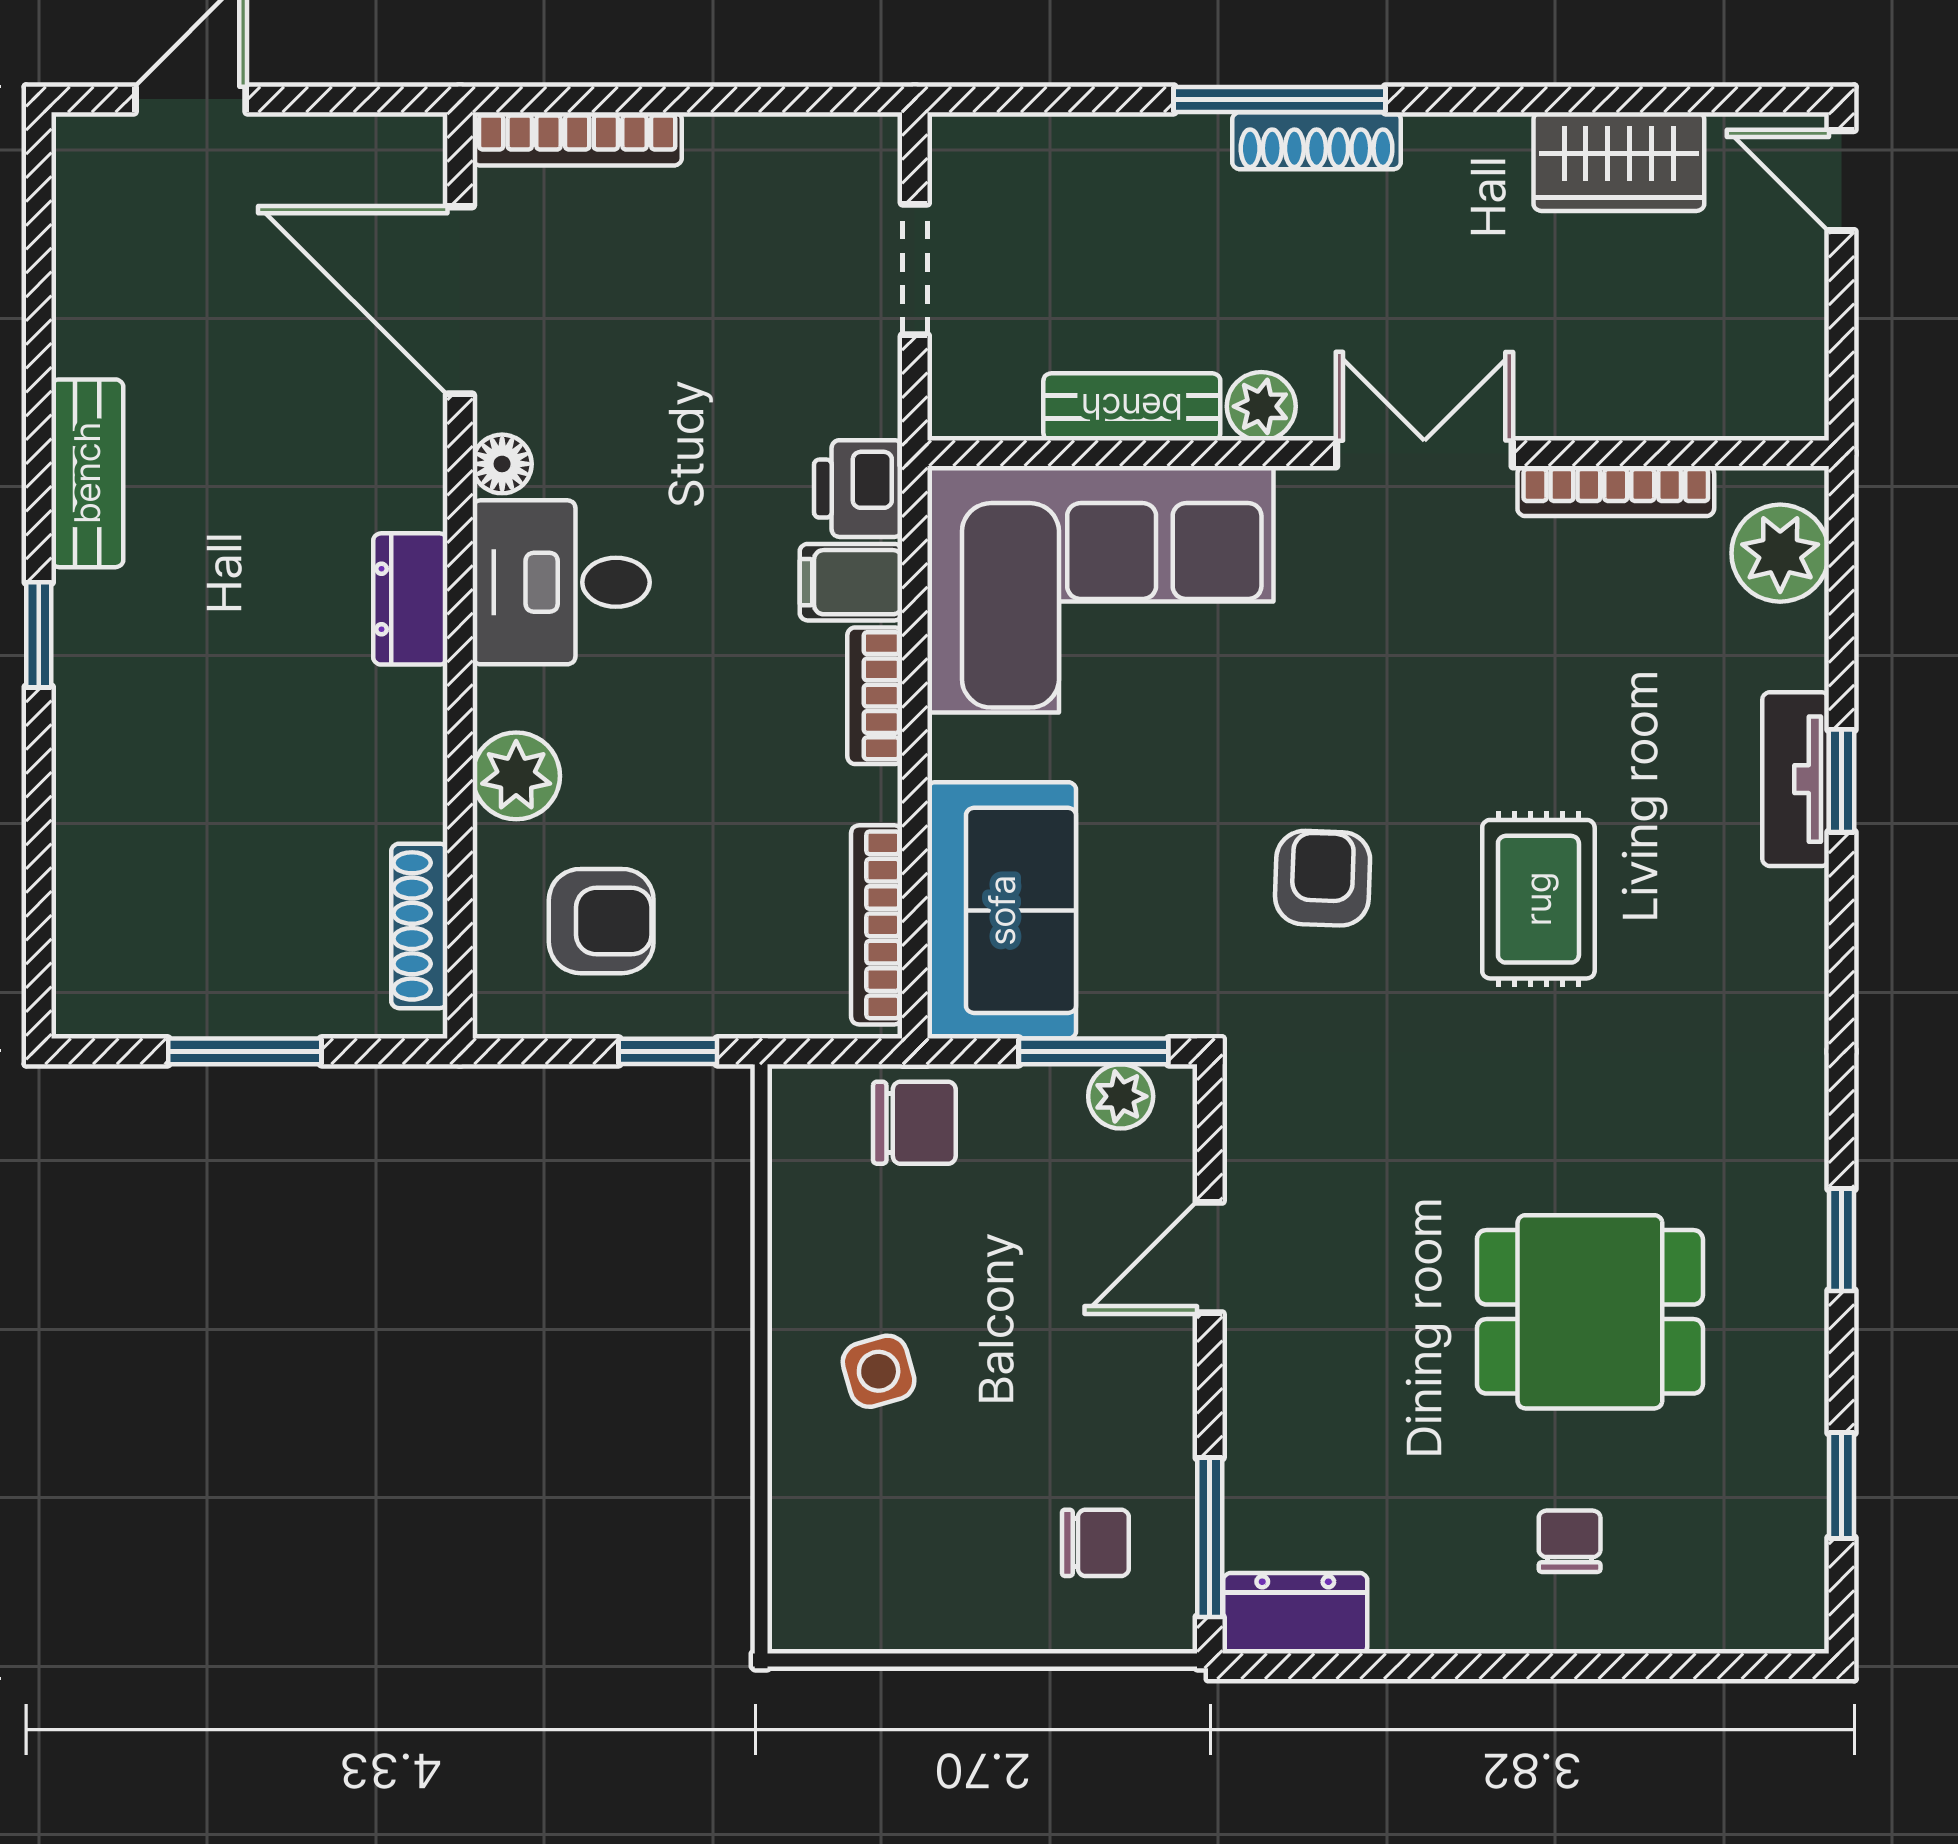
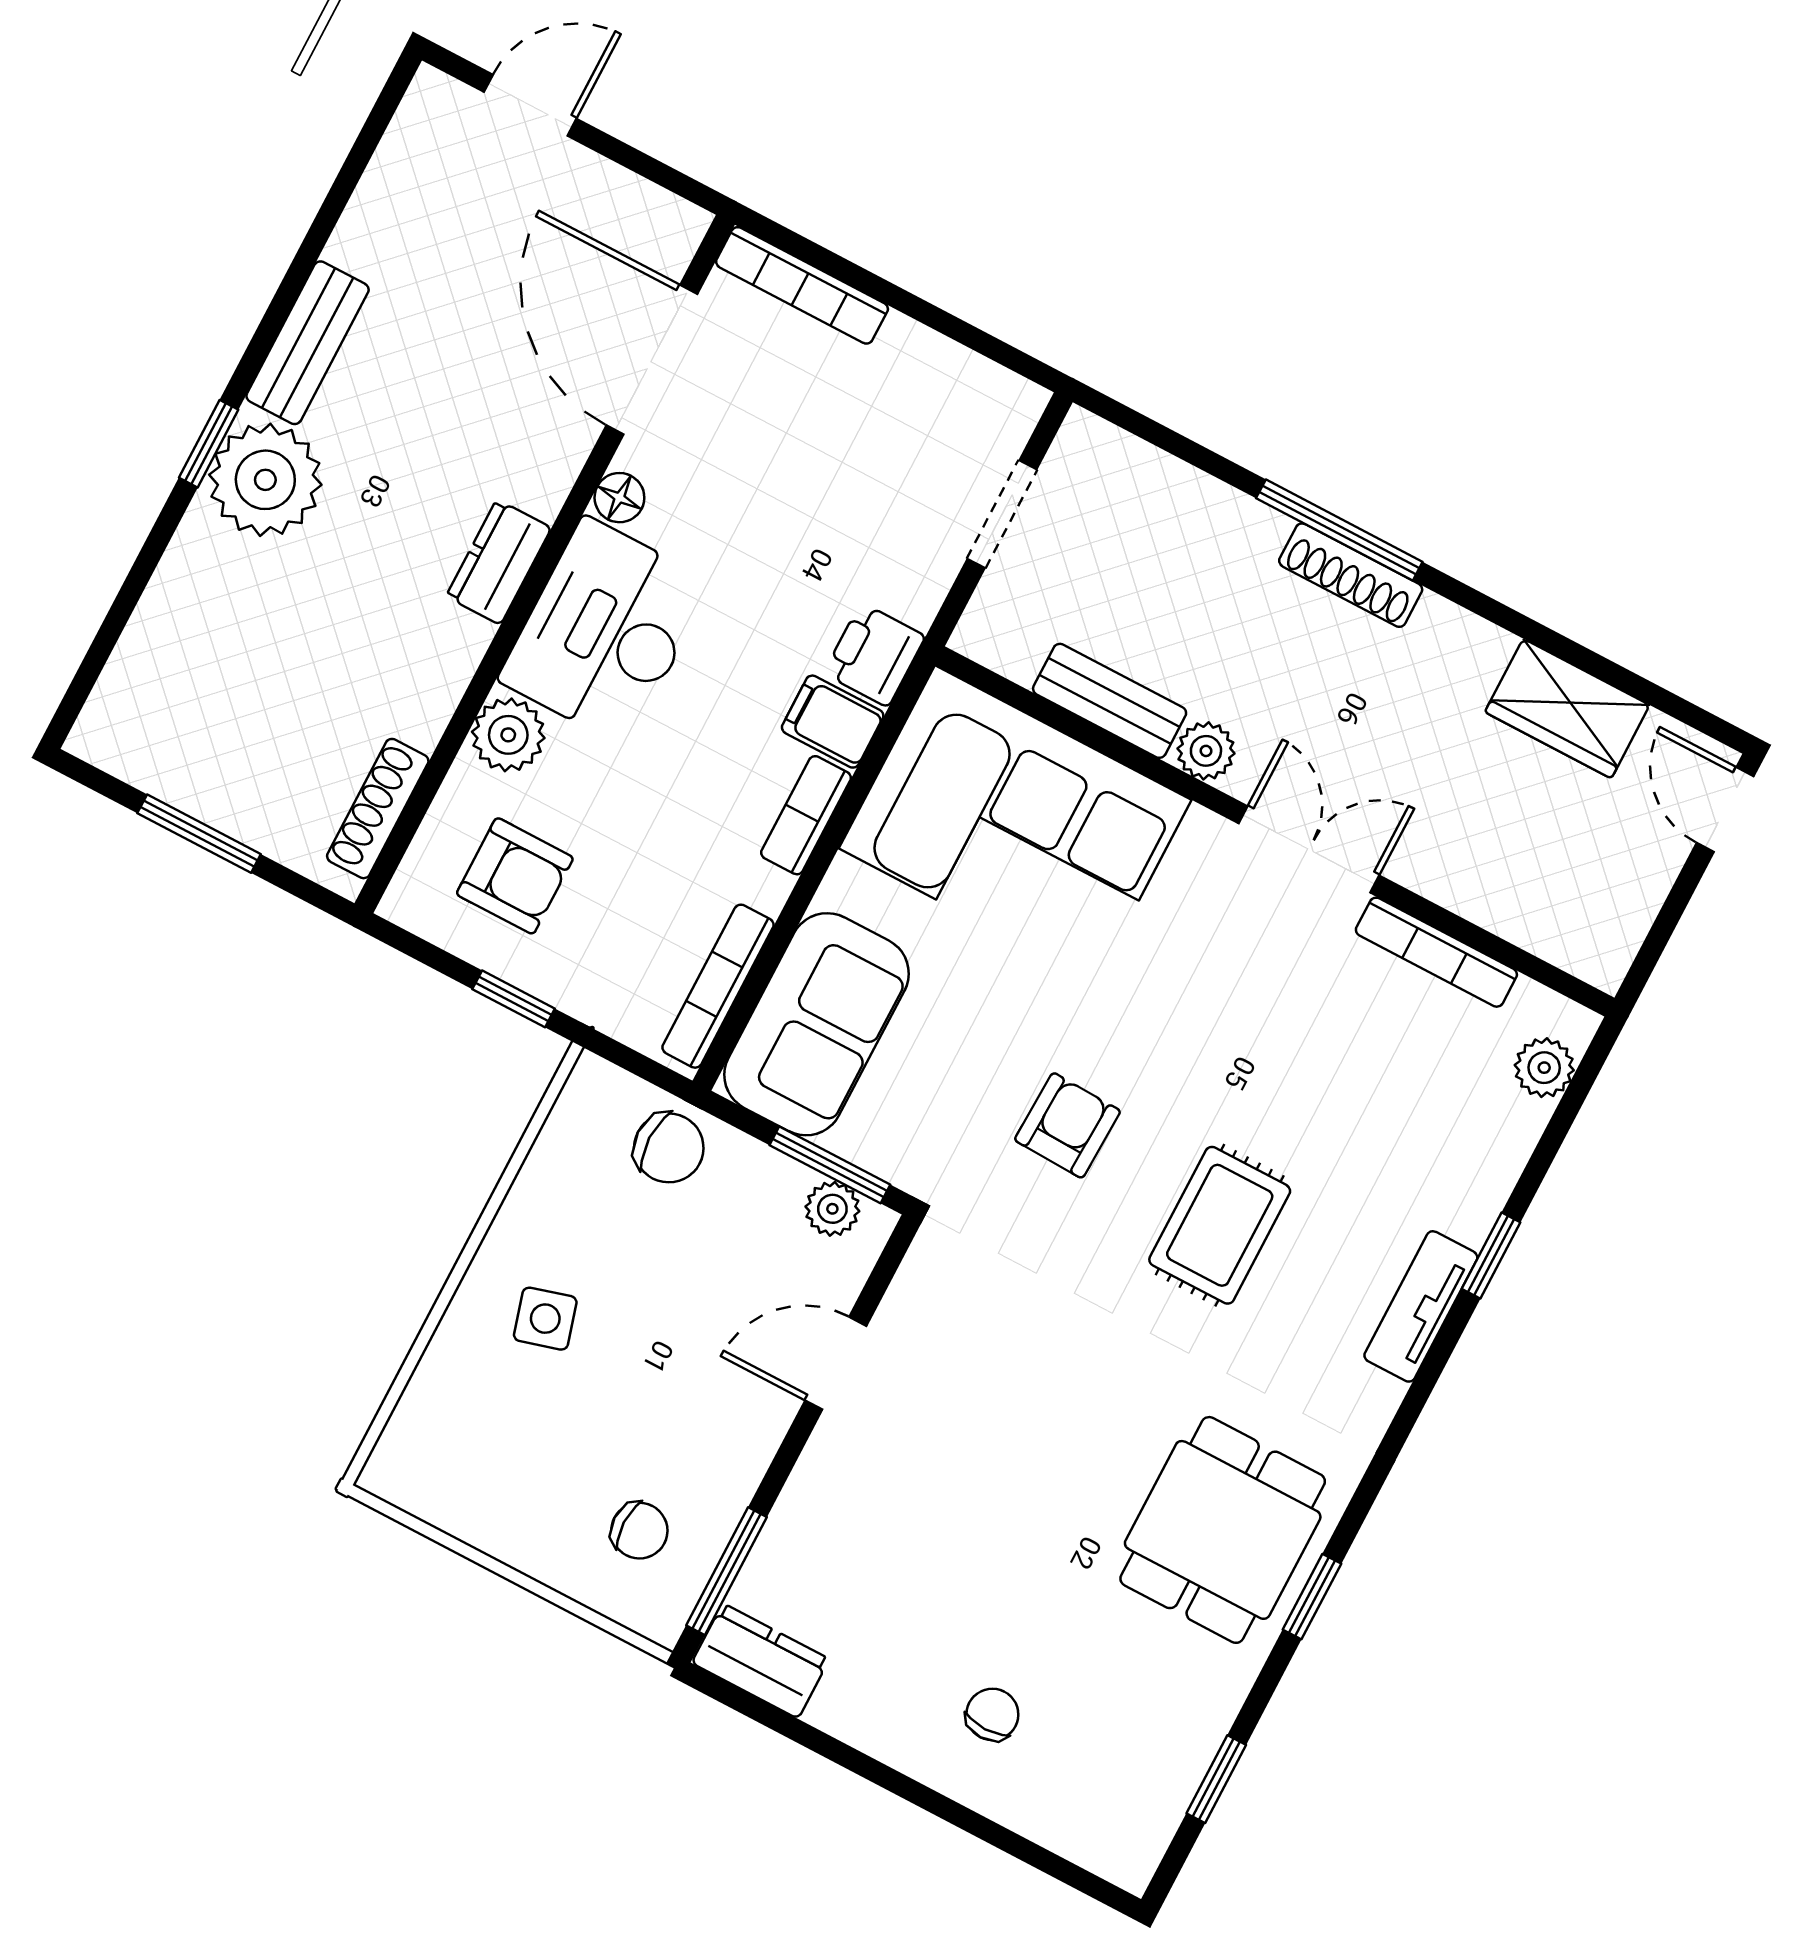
plant: (1780, 553) -> (1544, 1068), width x0.73, depth x0.73
desk: (561, 582) -> (605, 631), width x1.37
plant: (119, 641) -> (265, 480), added
tv unit: (1796, 779) -> (1421, 1306), moved
dining table: (1590, 1312) -> (1223, 1530), moved, turned 90

